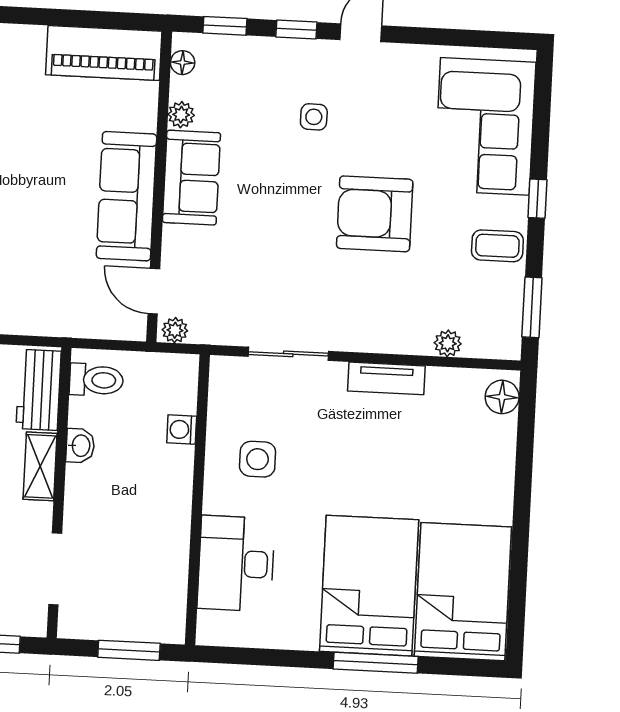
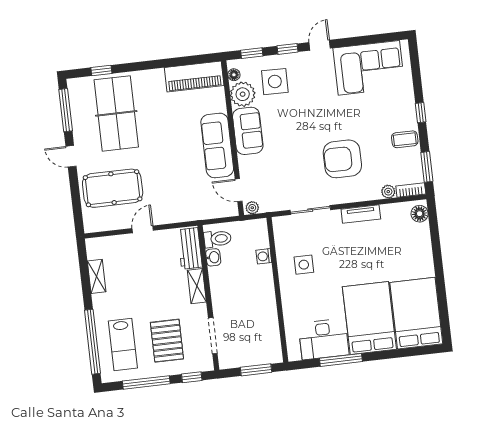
plant: (181, 115) -> (243, 94), width x1.88, depth x1.88
side table: (314, 117) -> (275, 82), moved, width x1.87, depth x1.87
corner sofa: (485, 126) -> (369, 68), moved, turned -90
armchair: (375, 214) -> (342, 159), moved
bookcase: (493, 348) -> (411, 190), added
washbasin: (80, 446) -> (213, 257), moved
desk: (236, 563) -> (324, 339), moved, turned -90
window: (376, 663) -> (341, 360), moved

